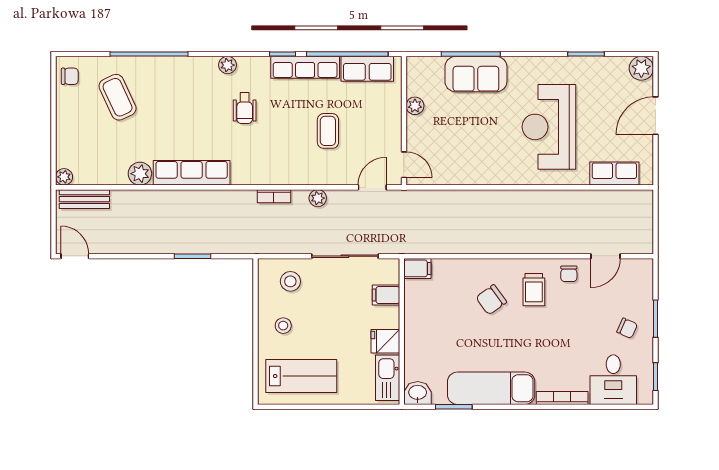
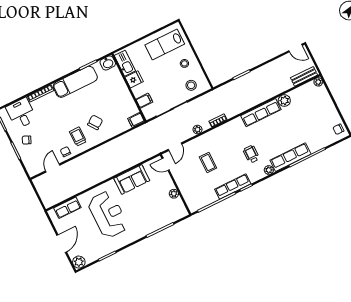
row of seats: (367, 69) -> (290, 157), moved, width x1.48
sofa: (476, 74) -> (132, 179), moved, turned 180
coffee table: (118, 97) -> (312, 130), removed

